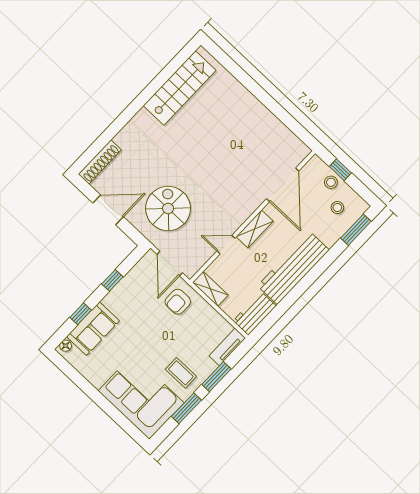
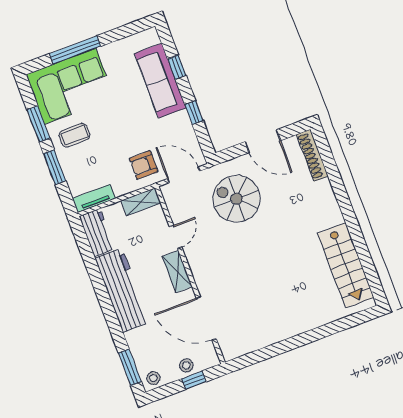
stool: (337, 208) -> (153, 378), moved
spiral stairs: (168, 209) -> (237, 199), turned 180
door: (108, 210) -> (263, 141), hinge flipped
armchair: (178, 302) -> (144, 165), turned -90
sofa: (93, 329) -> (160, 81), width x1.36
floor lamp: (66, 346) -> (154, 38), removed
tv unit: (227, 347) -> (94, 198), moved, turned -90
window: (108, 408) -> (75, 50), added

